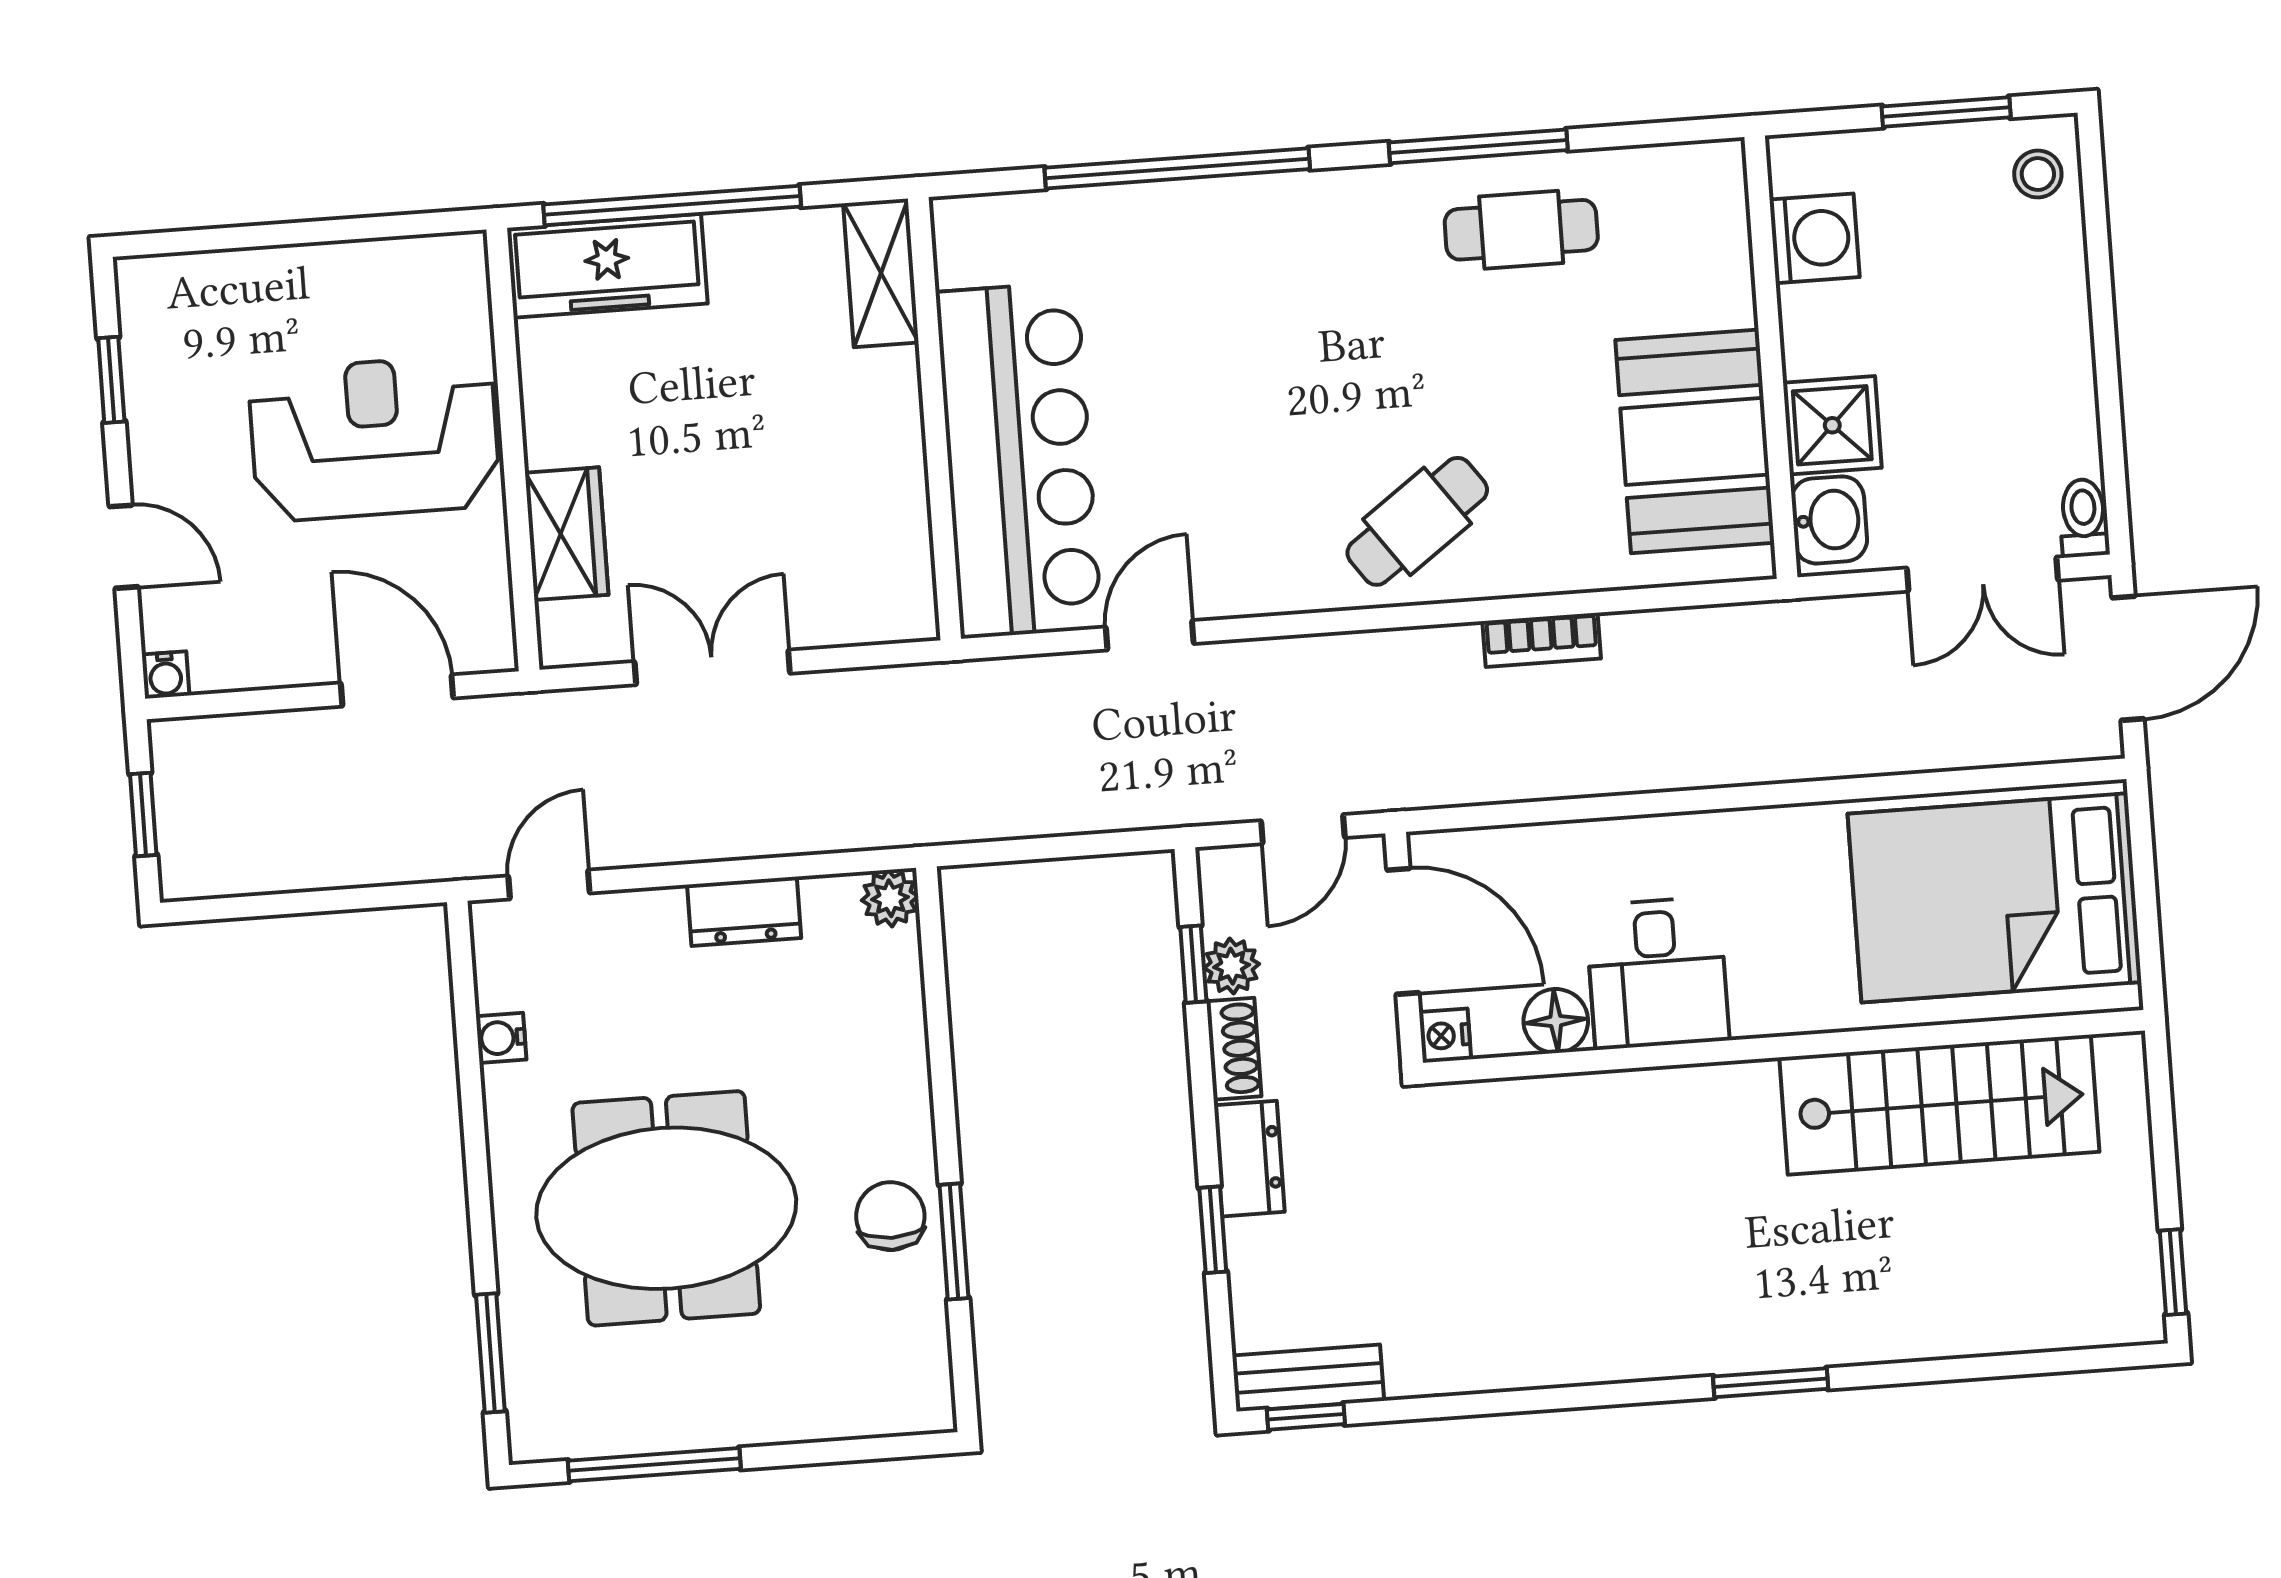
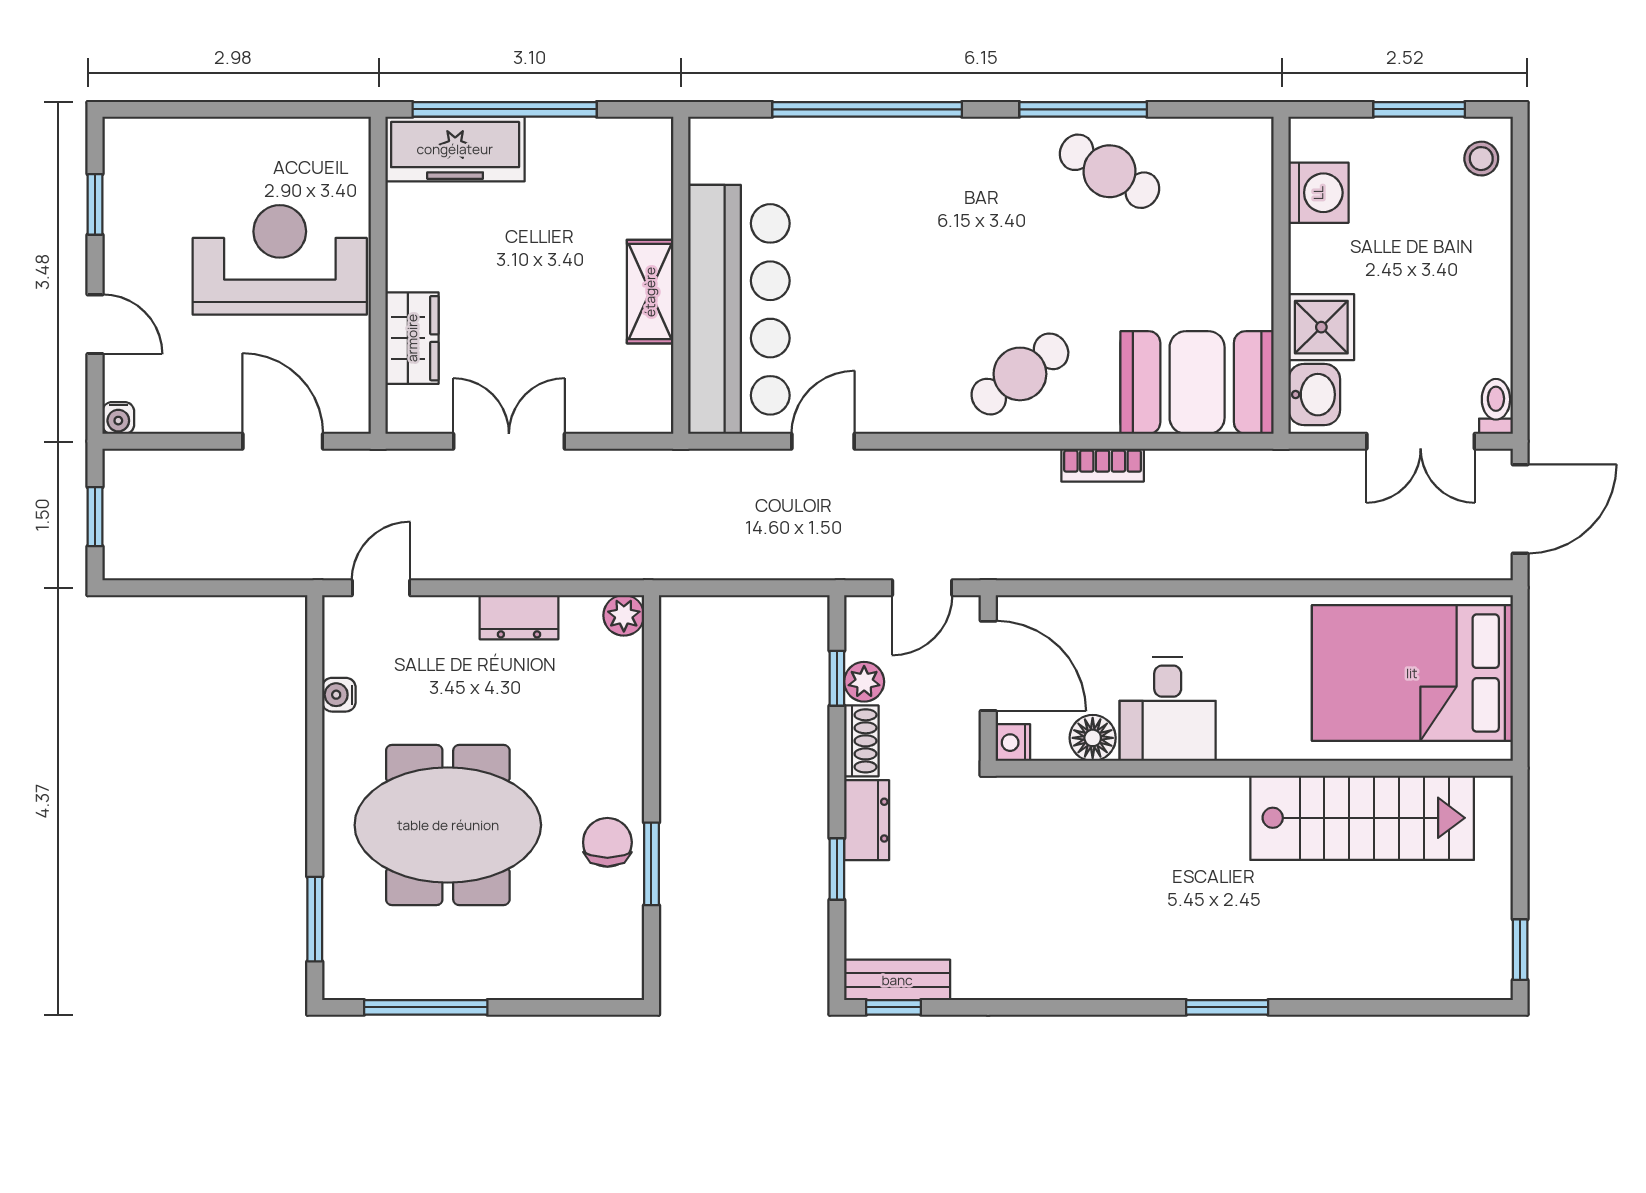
cafe table: (1521, 230) -> (1109, 171), turned 30
shelving: (881, 273) -> (650, 292), moved
booth: (1695, 441) -> (1197, 383), moved, turned 90

